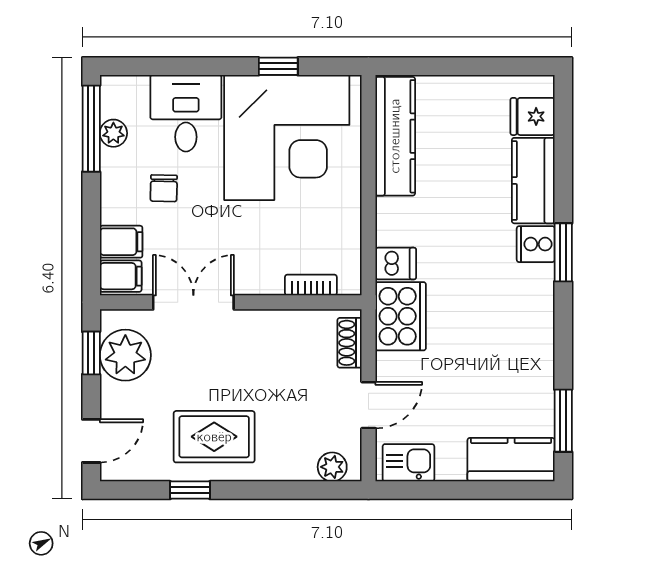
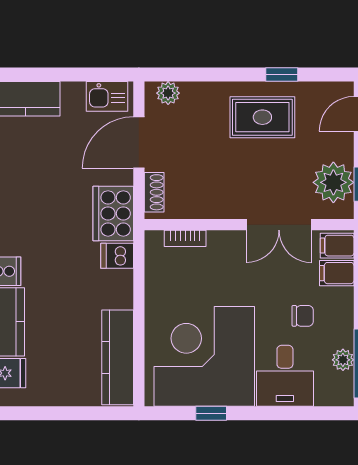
chair: (164, 188) -> (303, 316), turned 89
door: (369, 405) -> (139, 142), width x1.38

